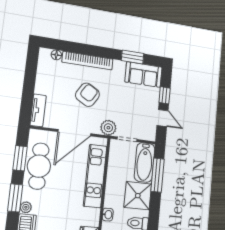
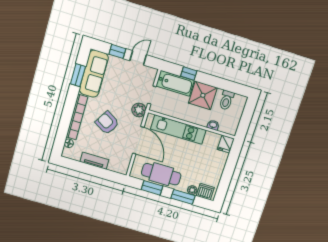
sofa: (144, 75) -> (94, 74), width x1.36
tv unit: (38, 110) -> (94, 161), moved
window: (157, 175) -> (189, 73), width x0.46

